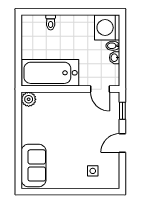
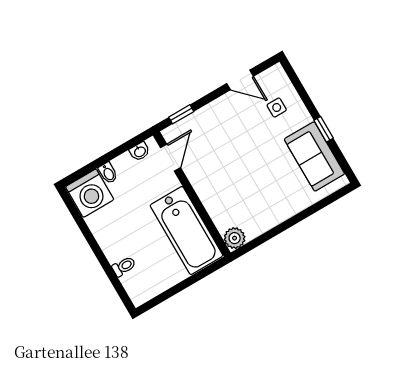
washbasin: (115, 58) -> (140, 151), moved
door: (122, 143) -> (240, 80), moved
sofa: (34, 165) -> (314, 156), moved, turned -90
window: (63, 192) -> (324, 129), added

